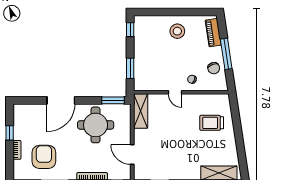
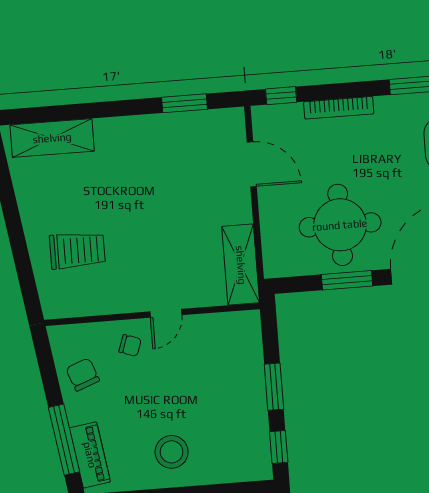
window: (226, 54) -> (64, 440), moved
window: (130, 68) -> (274, 387), moved
door: (175, 92) -> (166, 313), swing flipped
window: (113, 100) -> (347, 280), moved

